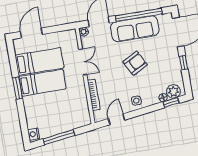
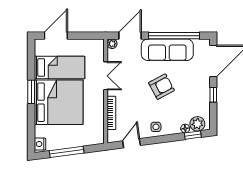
bed: (42, 83) -> (59, 102), width x2.04

